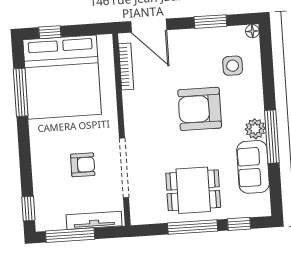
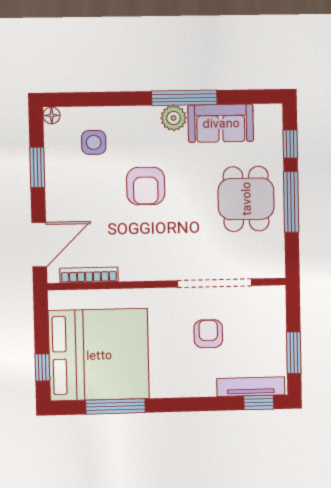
armchair: (200, 109) -> (146, 186), width x0.73, depth x0.73
tv unit: (94, 220) -> (251, 387), moved, turned 90
window: (70, 235) -> (294, 353), width x0.69

